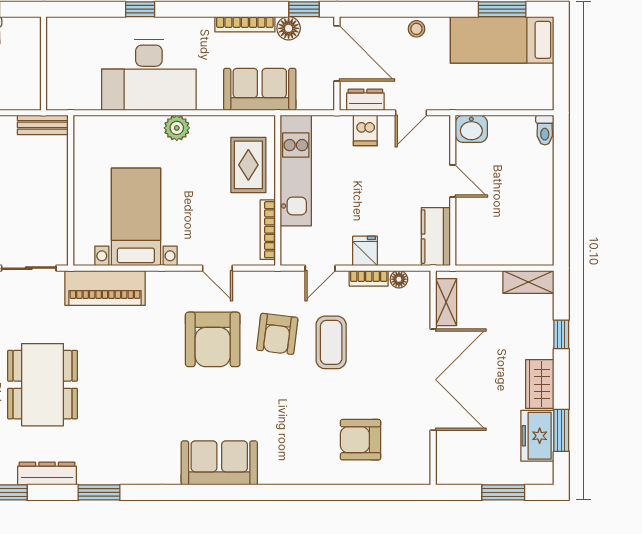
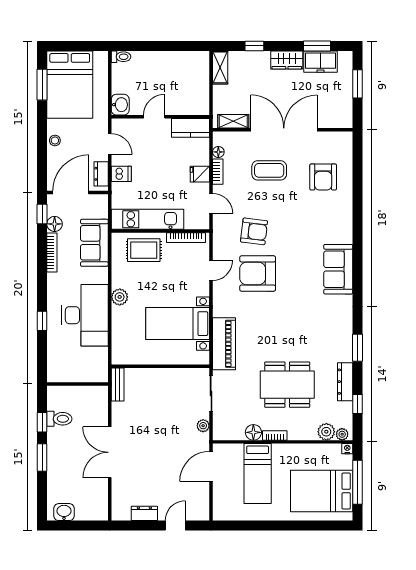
bed: (502, 40) -> (70, 85), width x1.50
armchair: (213, 339) -> (258, 274), turned 180
coffee table: (331, 342) -> (269, 170), moved

